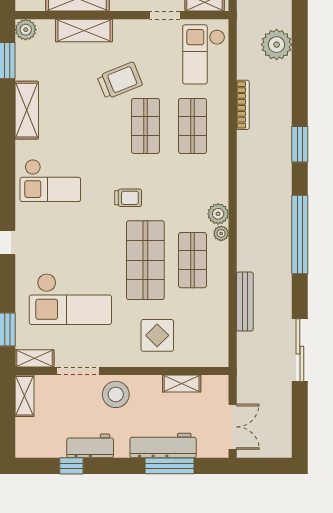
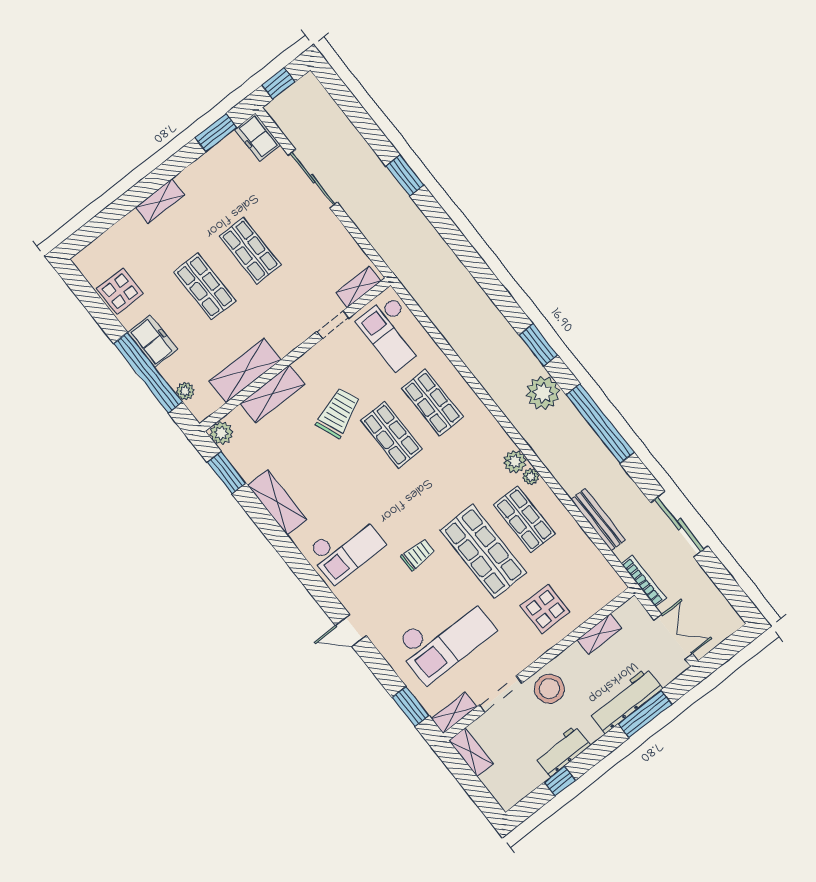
plant: (277, 45) -> (543, 393), moved
bookcase: (243, 105) -> (644, 581), moved
trolley: (128, 198) -> (418, 555), moved

